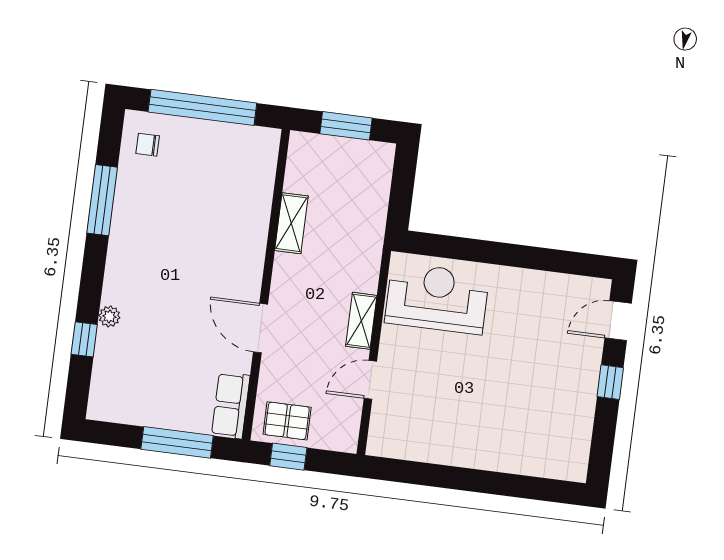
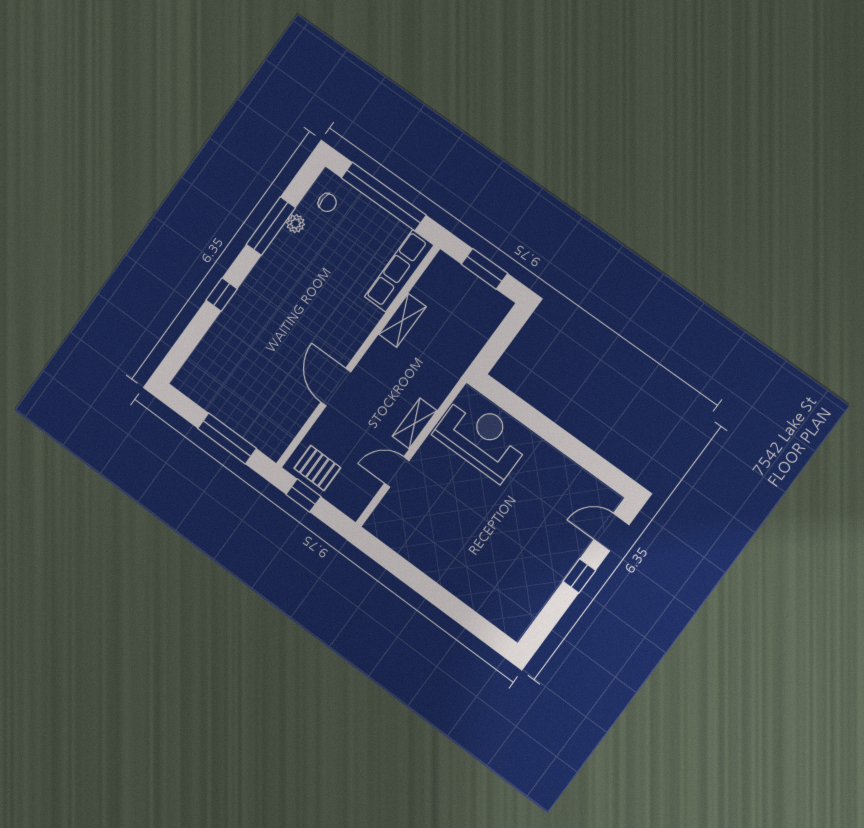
chair: (148, 145) -> (327, 203), turned 180
plant: (109, 316) -> (296, 224), moved
window: (84, 339) -> (222, 295), moved
row of seats: (231, 405) -> (399, 271), moved, width x1.48

